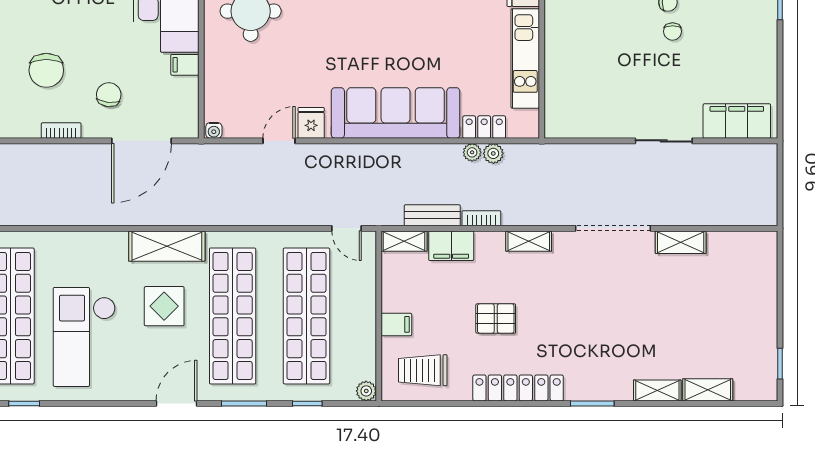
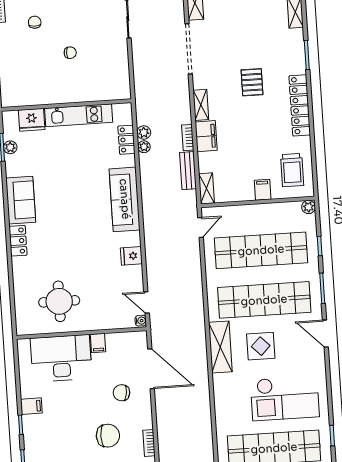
chair: (673, 31) -> (70, 53), moved
sofa: (396, 113) -> (125, 199), width x0.74, depth x0.79
bookcase: (61, 131) -> (149, 443), moved
door: (279, 141) -> (147, 302), moved
filing cabinet: (451, 246) -> (206, 136), moved
pallet: (496, 318) -> (252, 82), moved

